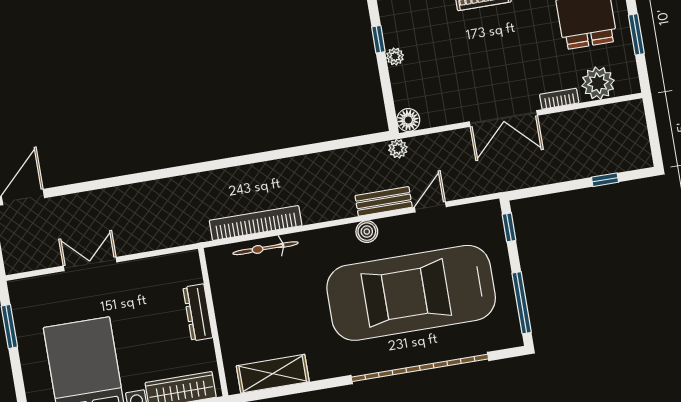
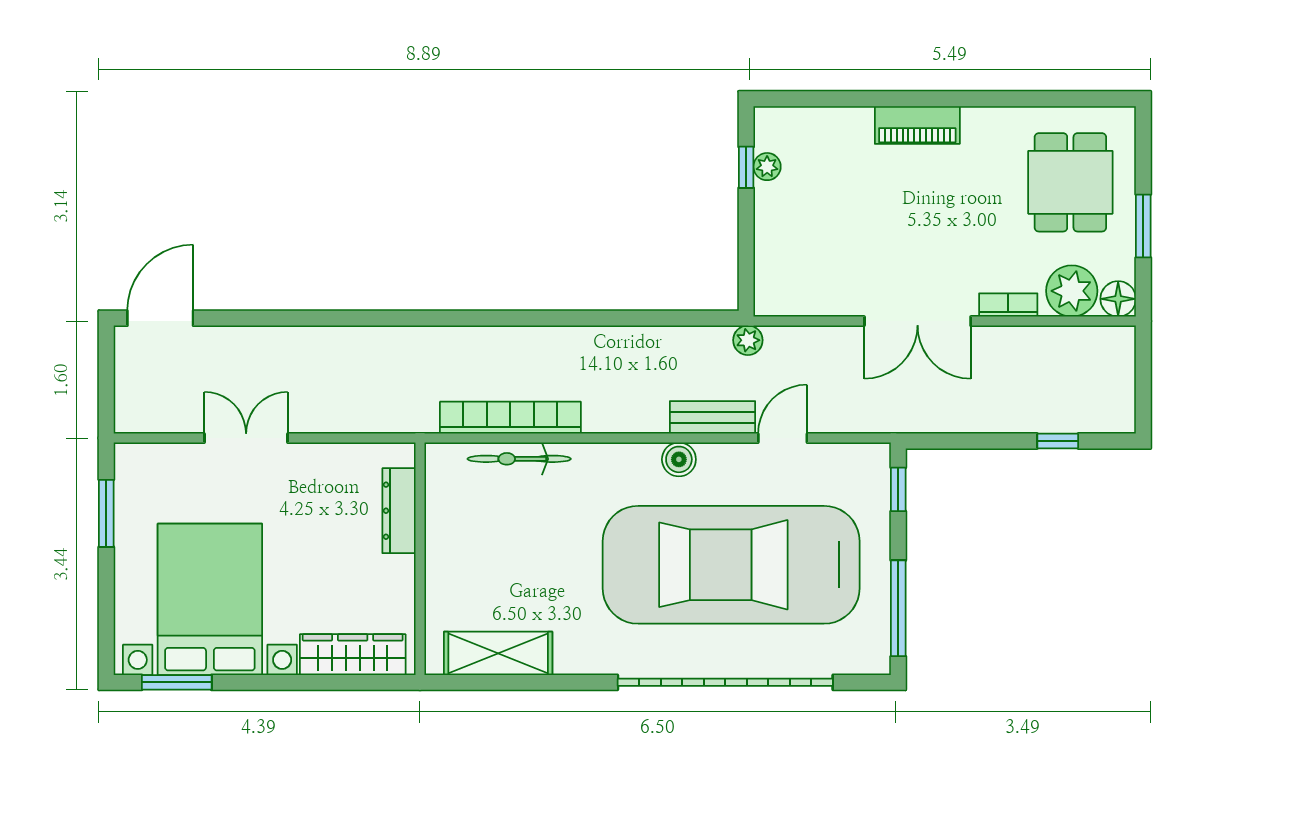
plant: (395, 56) -> (767, 167), moved
floor lamp: (408, 120) -> (1118, 299), moved
dresser: (198, 312) -> (399, 511), moved

